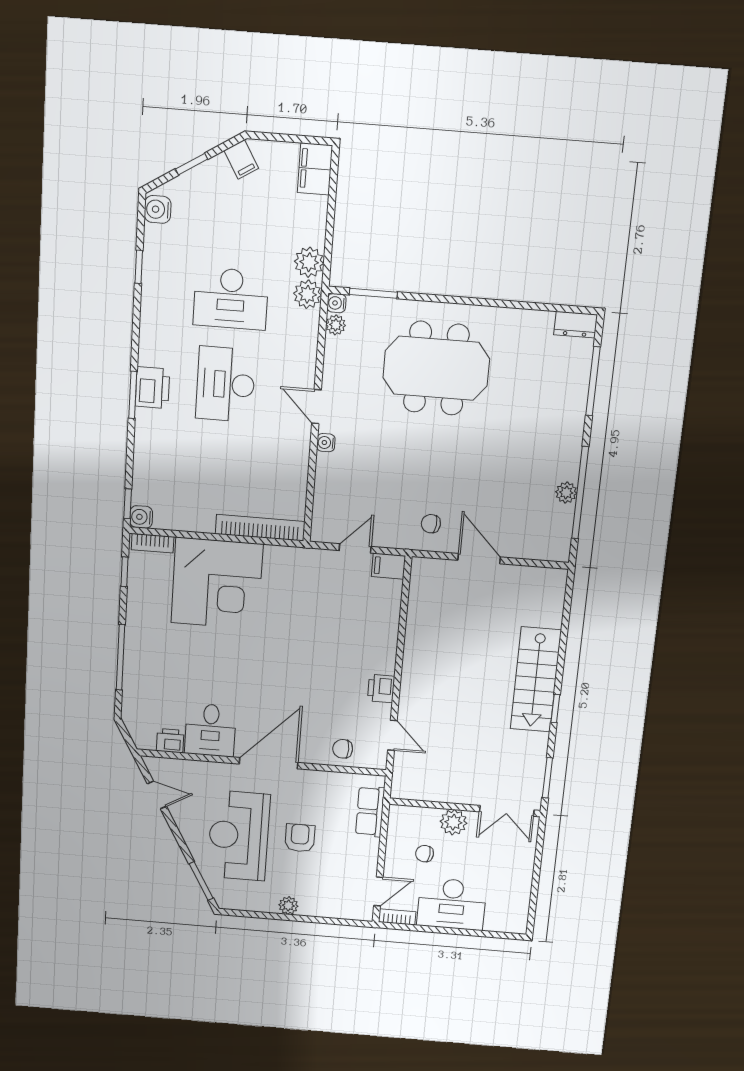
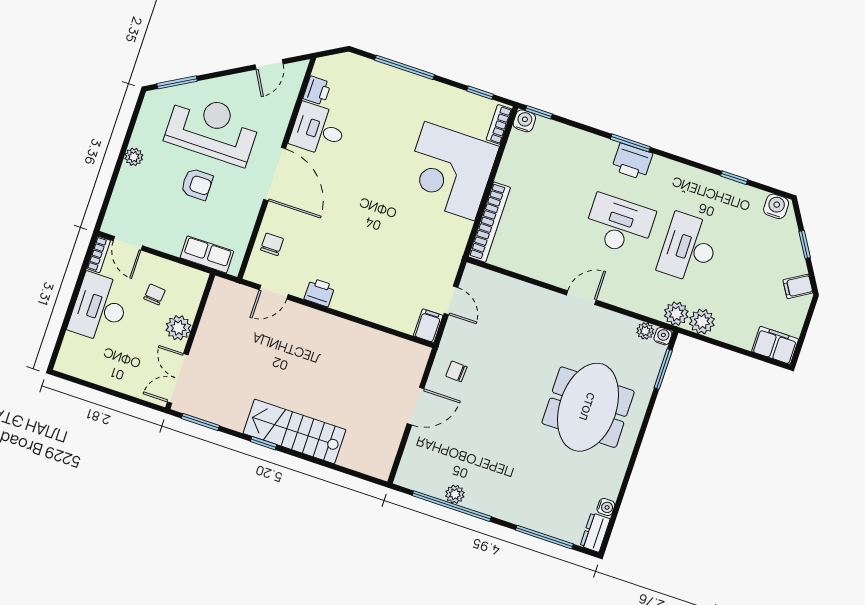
water cooler: (326, 443) -> (606, 507), moved, turned 90
chair: (431, 524) -> (456, 371), turned -93

